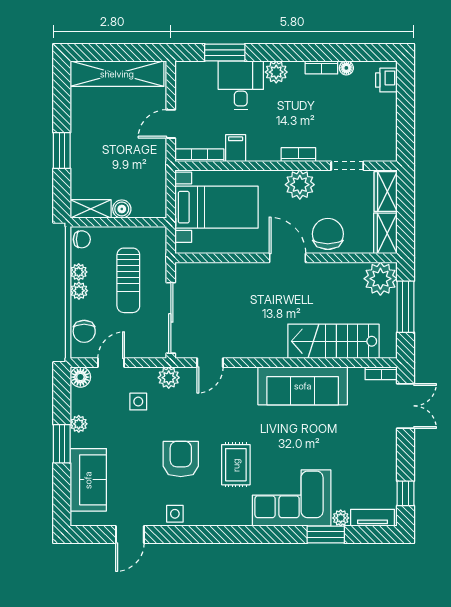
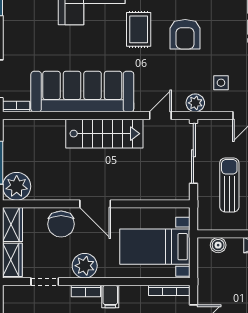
filing cabinet: (236, 148) -> (110, 296), moved
boiler: (122, 209) -> (218, 245), moved
stairs: (333, 341) -> (104, 134), moved
sofa: (303, 386) -> (82, 92), width x1.36, depth x1.27

